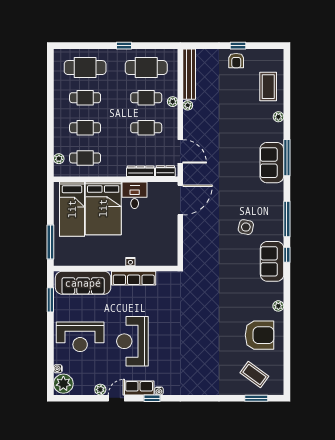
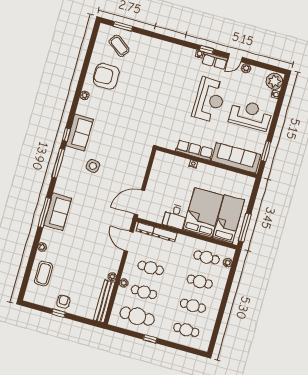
cafe table: (85, 68) -> (186, 330), width x0.73, depth x0.74
window: (50, 242) -> (245, 228), moved

